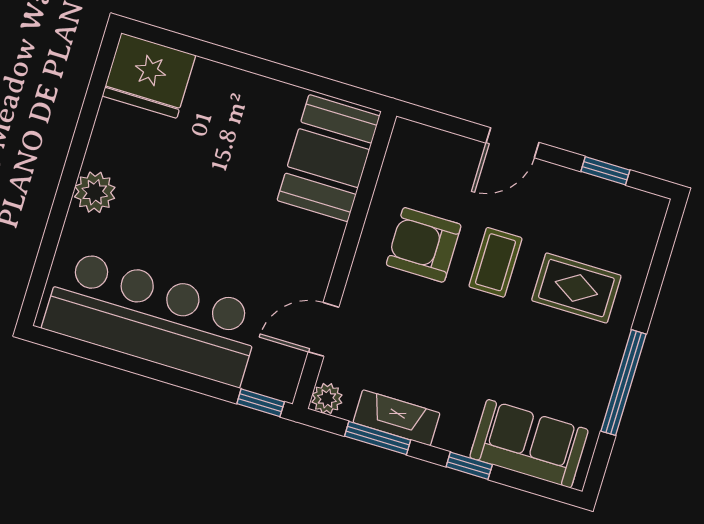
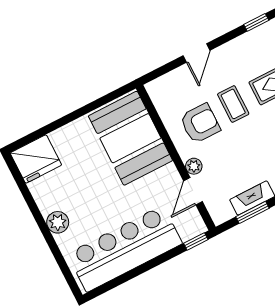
booth: (328, 158) -> (130, 138), width x1.36, depth x1.42
window: (605, 171) -> (256, 22), moved
armchair: (424, 245) -> (200, 123), turned 180
plant: (327, 398) -> (194, 166), moved

